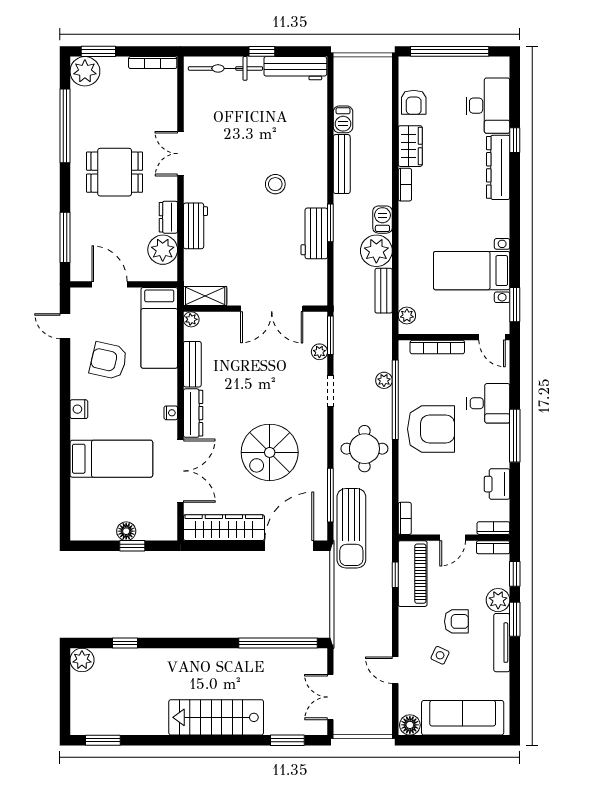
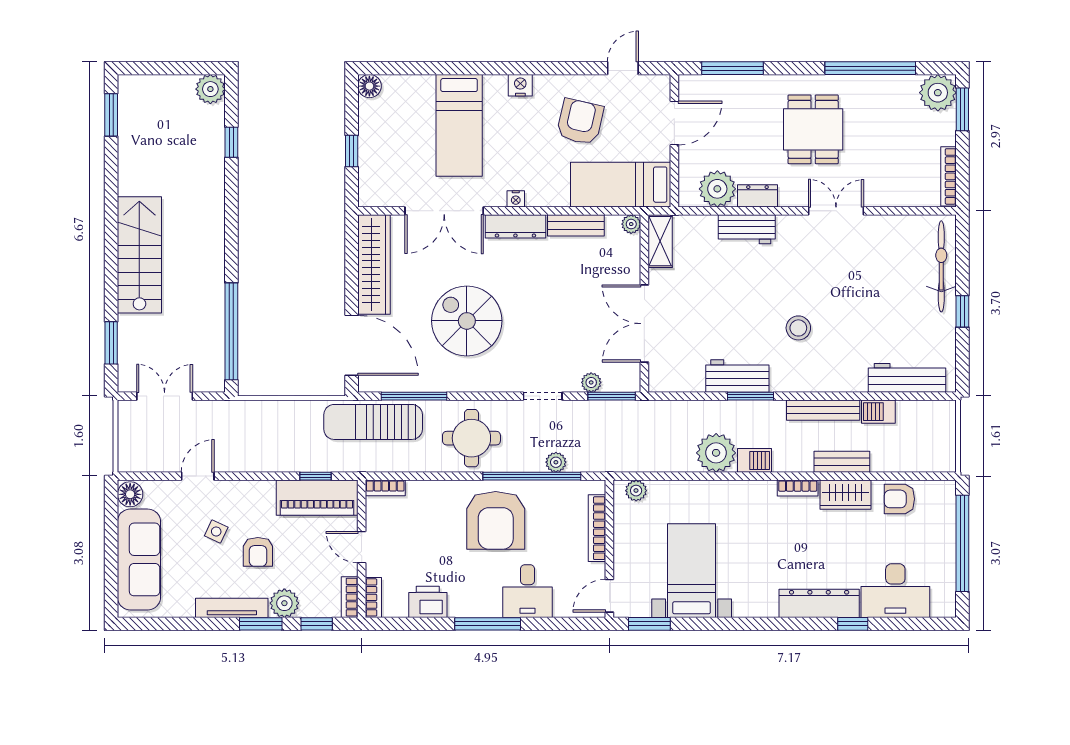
workbench: (295, 68) -> (907, 378), moved, turned 90
bench: (384, 291) -> (842, 462), moved
floor lamp: (126, 531) -> (369, 86), moved

